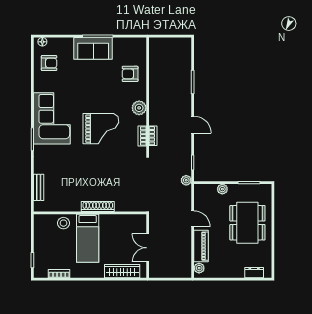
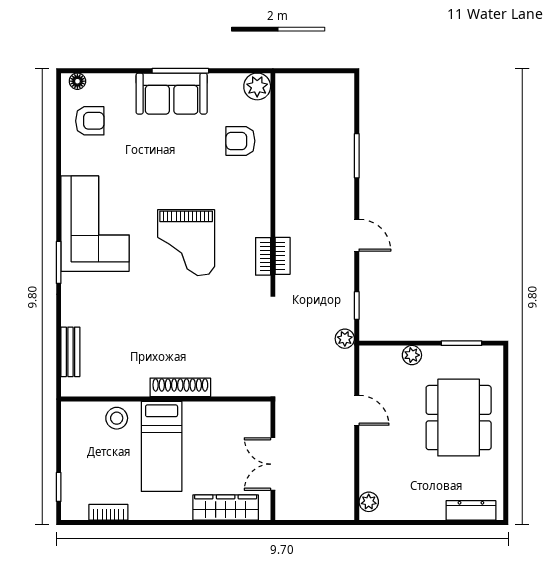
plant: (139, 108) -> (257, 86), moved
grand piano: (101, 129) -> (186, 243), turned 90
piano: (201, 246) -> (372, 461), removed
dresser: (254, 273) -> (471, 510), width x1.44

